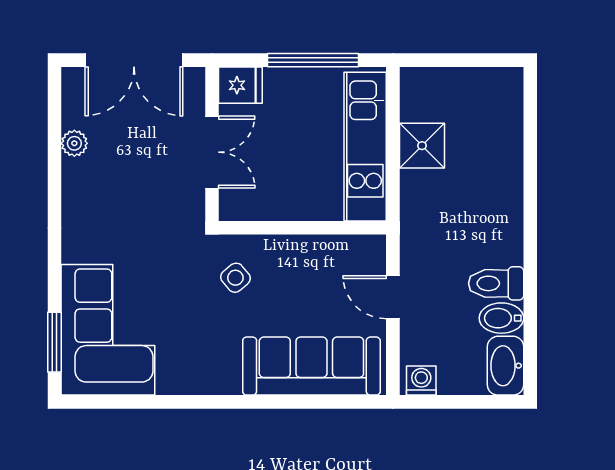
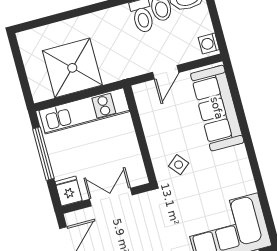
shower: (422, 146) -> (72, 68), width x1.86, depth x1.86

